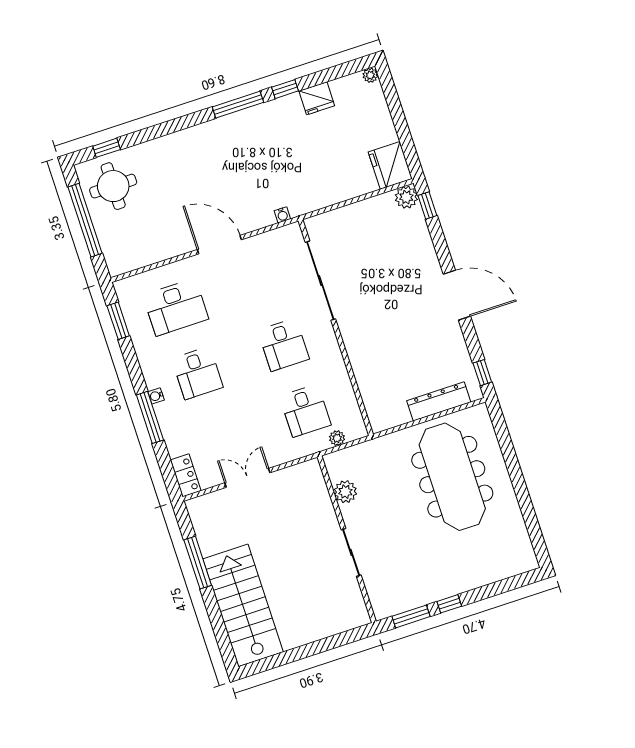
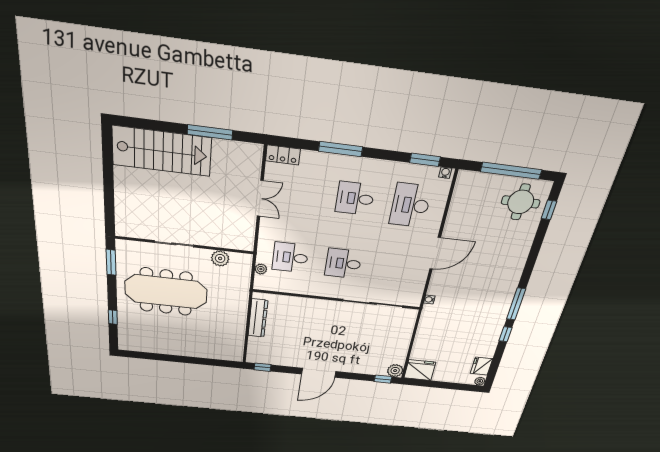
fridge: (317, 98) -> (481, 366), moved
water cooler: (156, 396) -> (445, 173), moved
dresser: (439, 401) -> (258, 318), moved
meeting table: (452, 477) -> (166, 292), moved
window: (449, 604) -> (113, 317), moved

